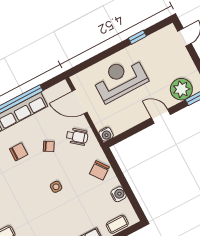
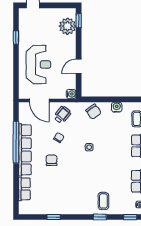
reception desk: (120, 79) -> (38, 64), turned 180
door: (80, 102) -> (39, 100), hinge flipped
door: (161, 116) -> (79, 66), moved

